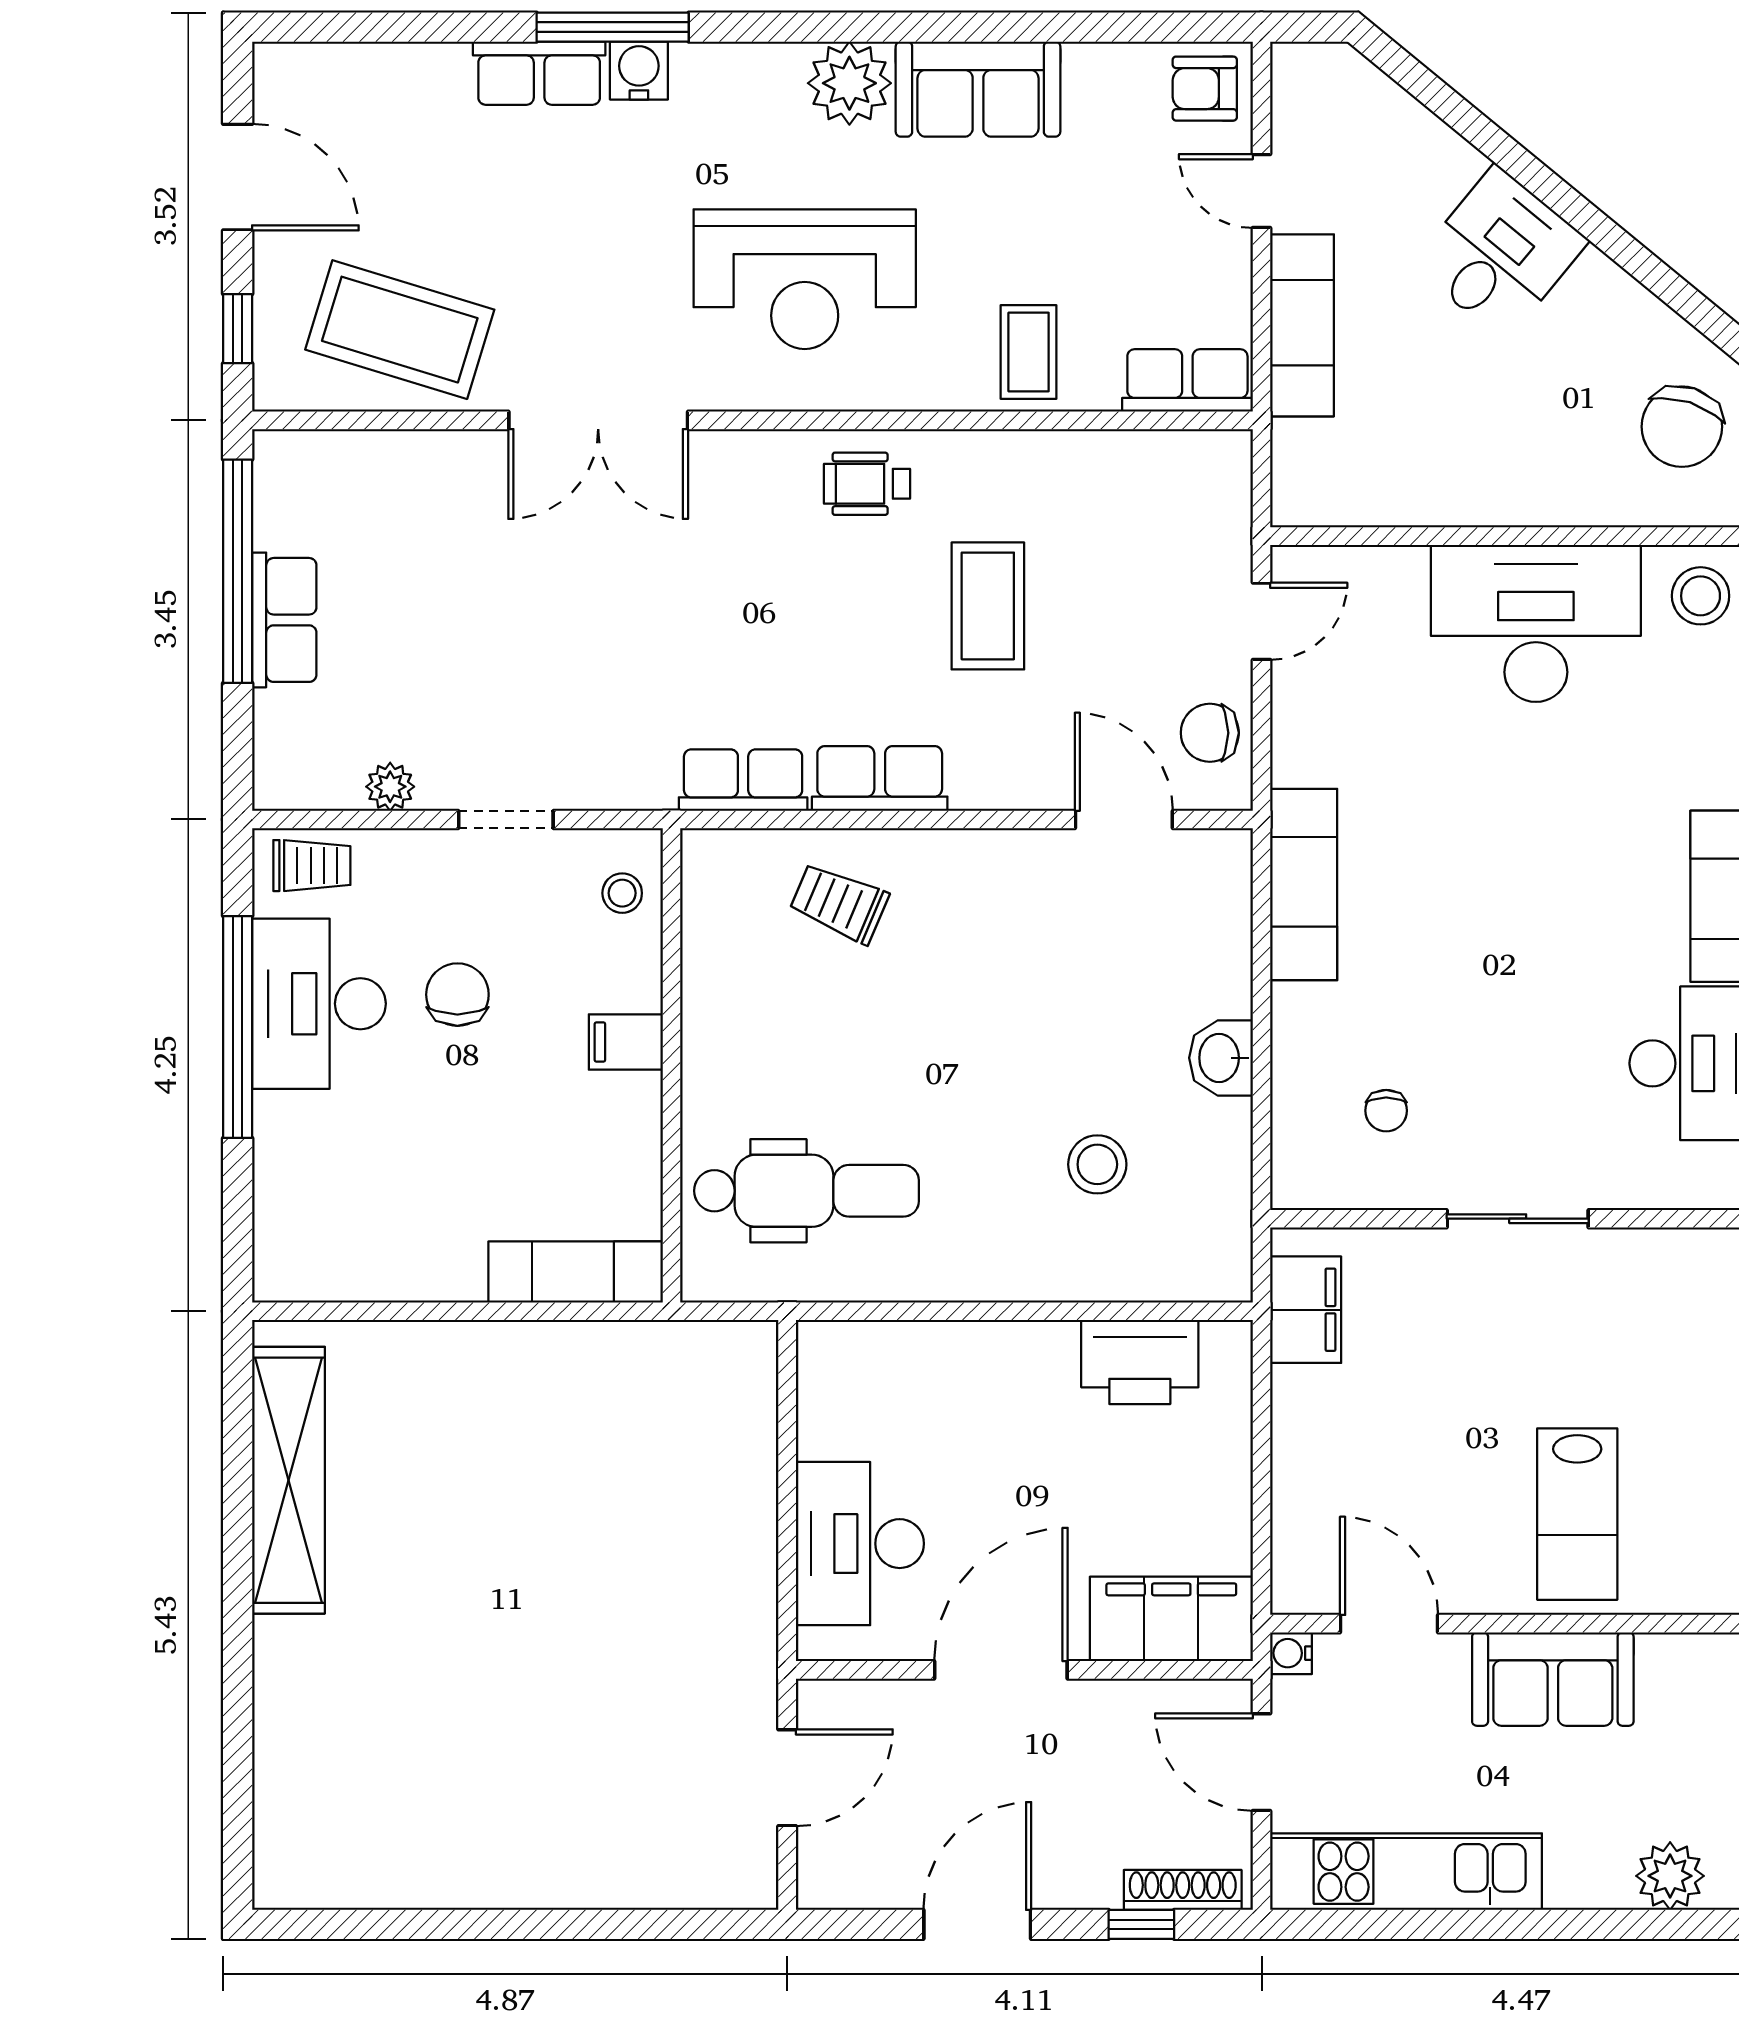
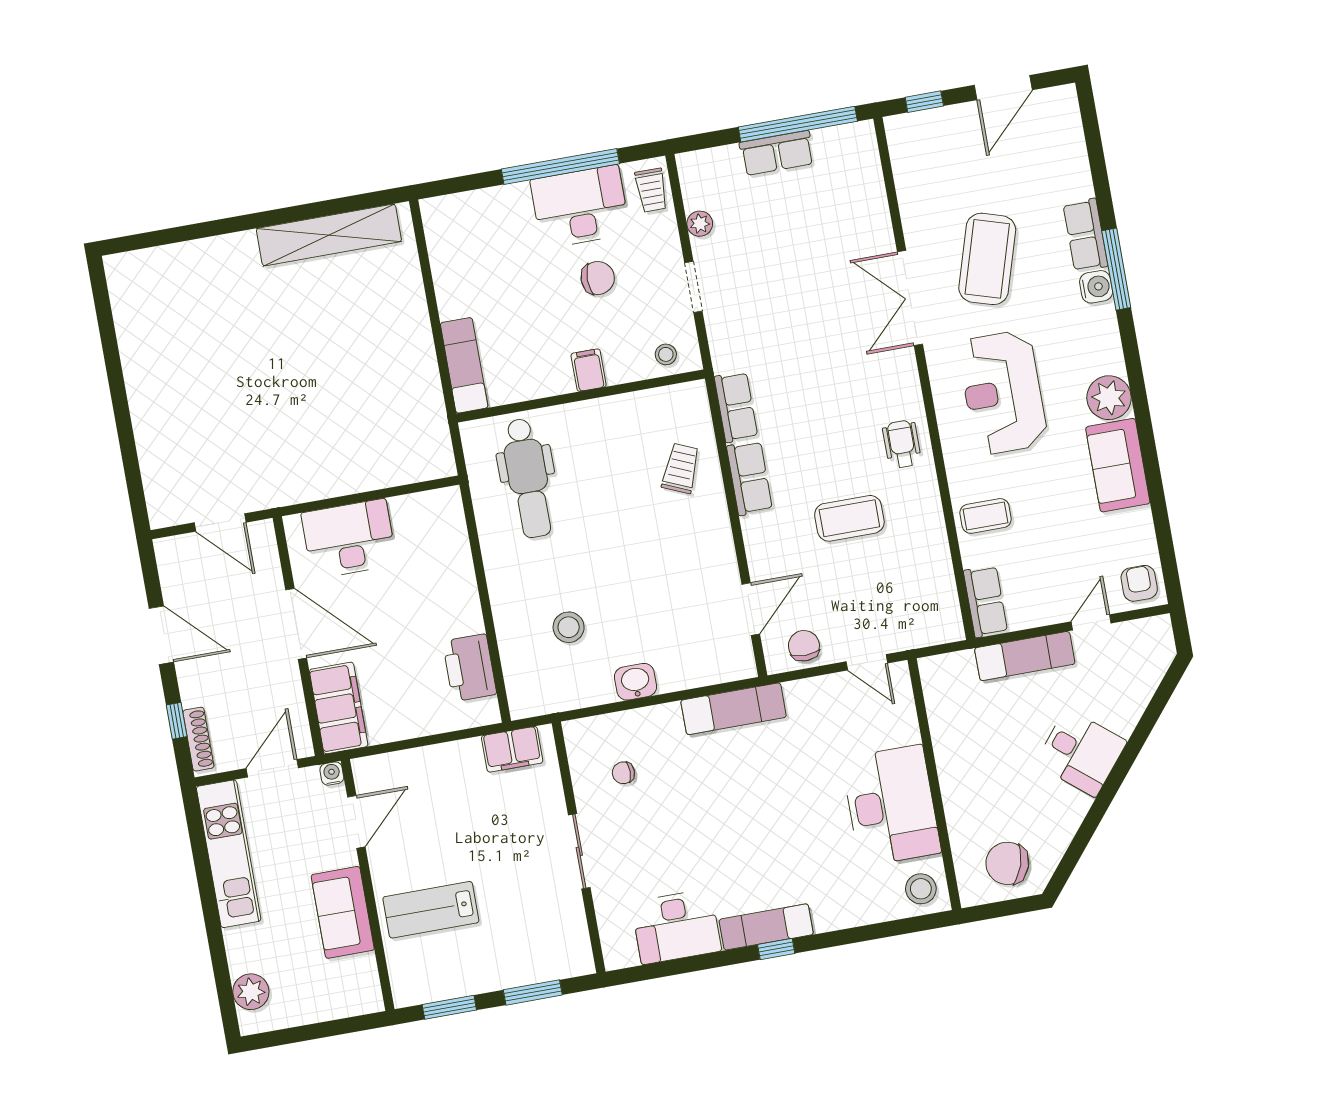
coffee table: (400, 330) -> (987, 259), moved

